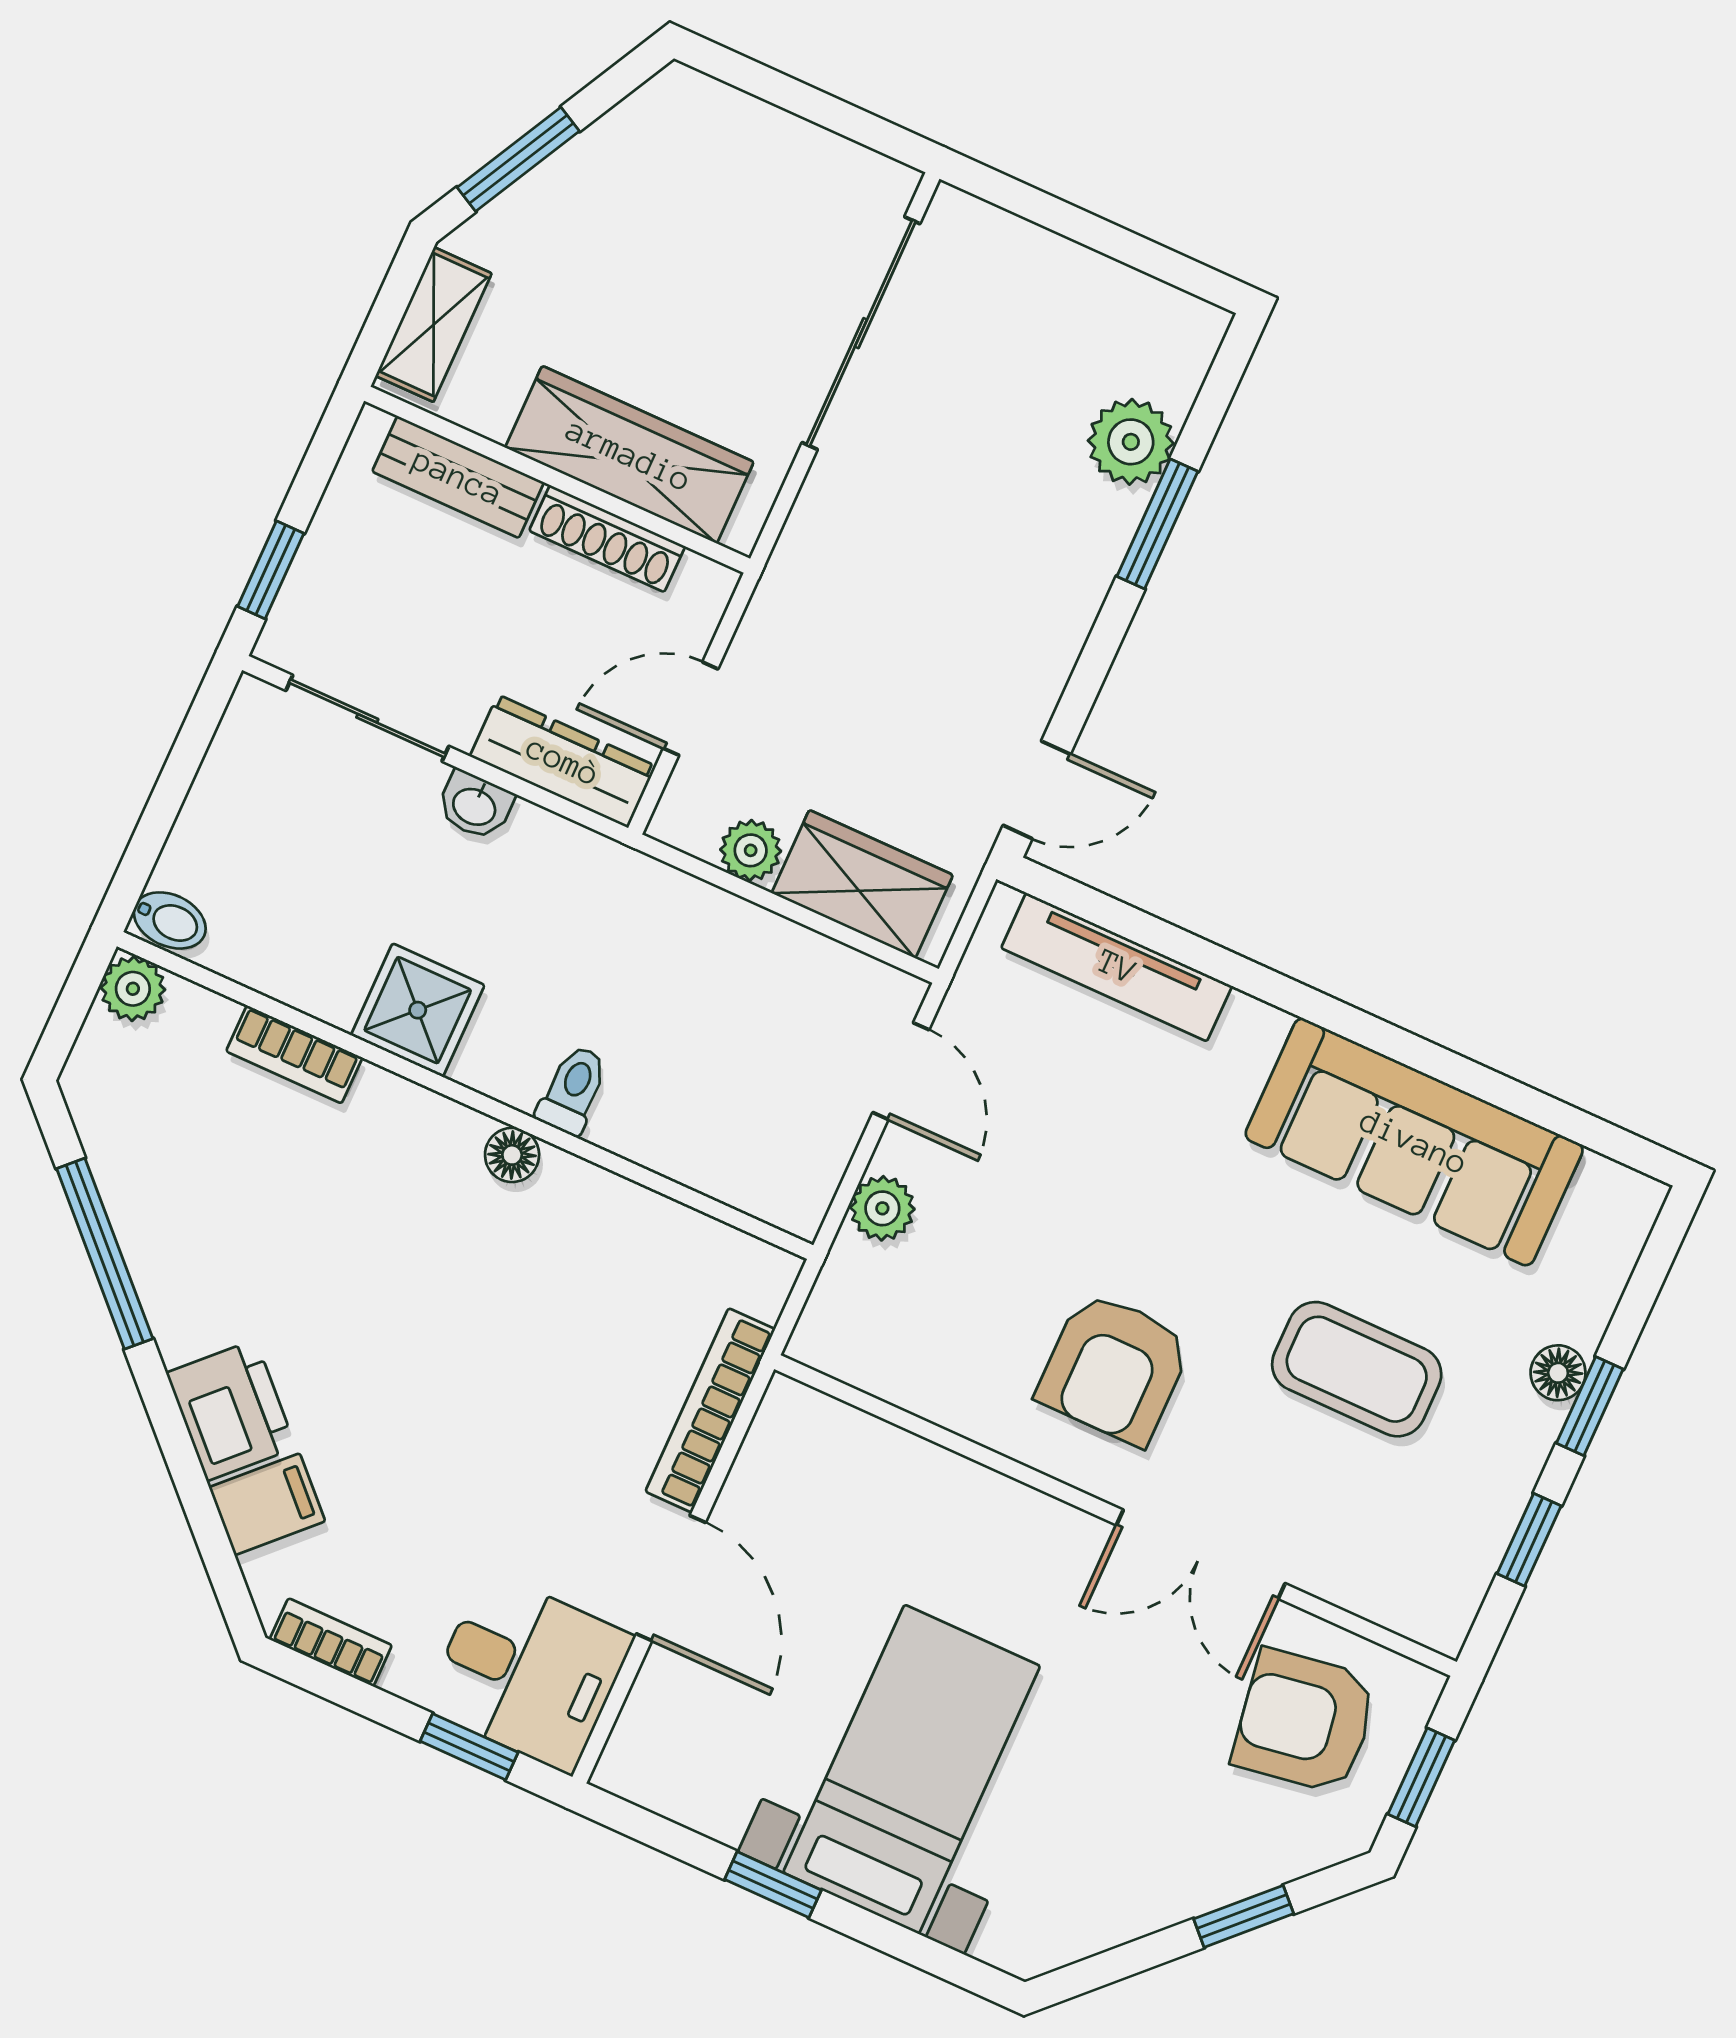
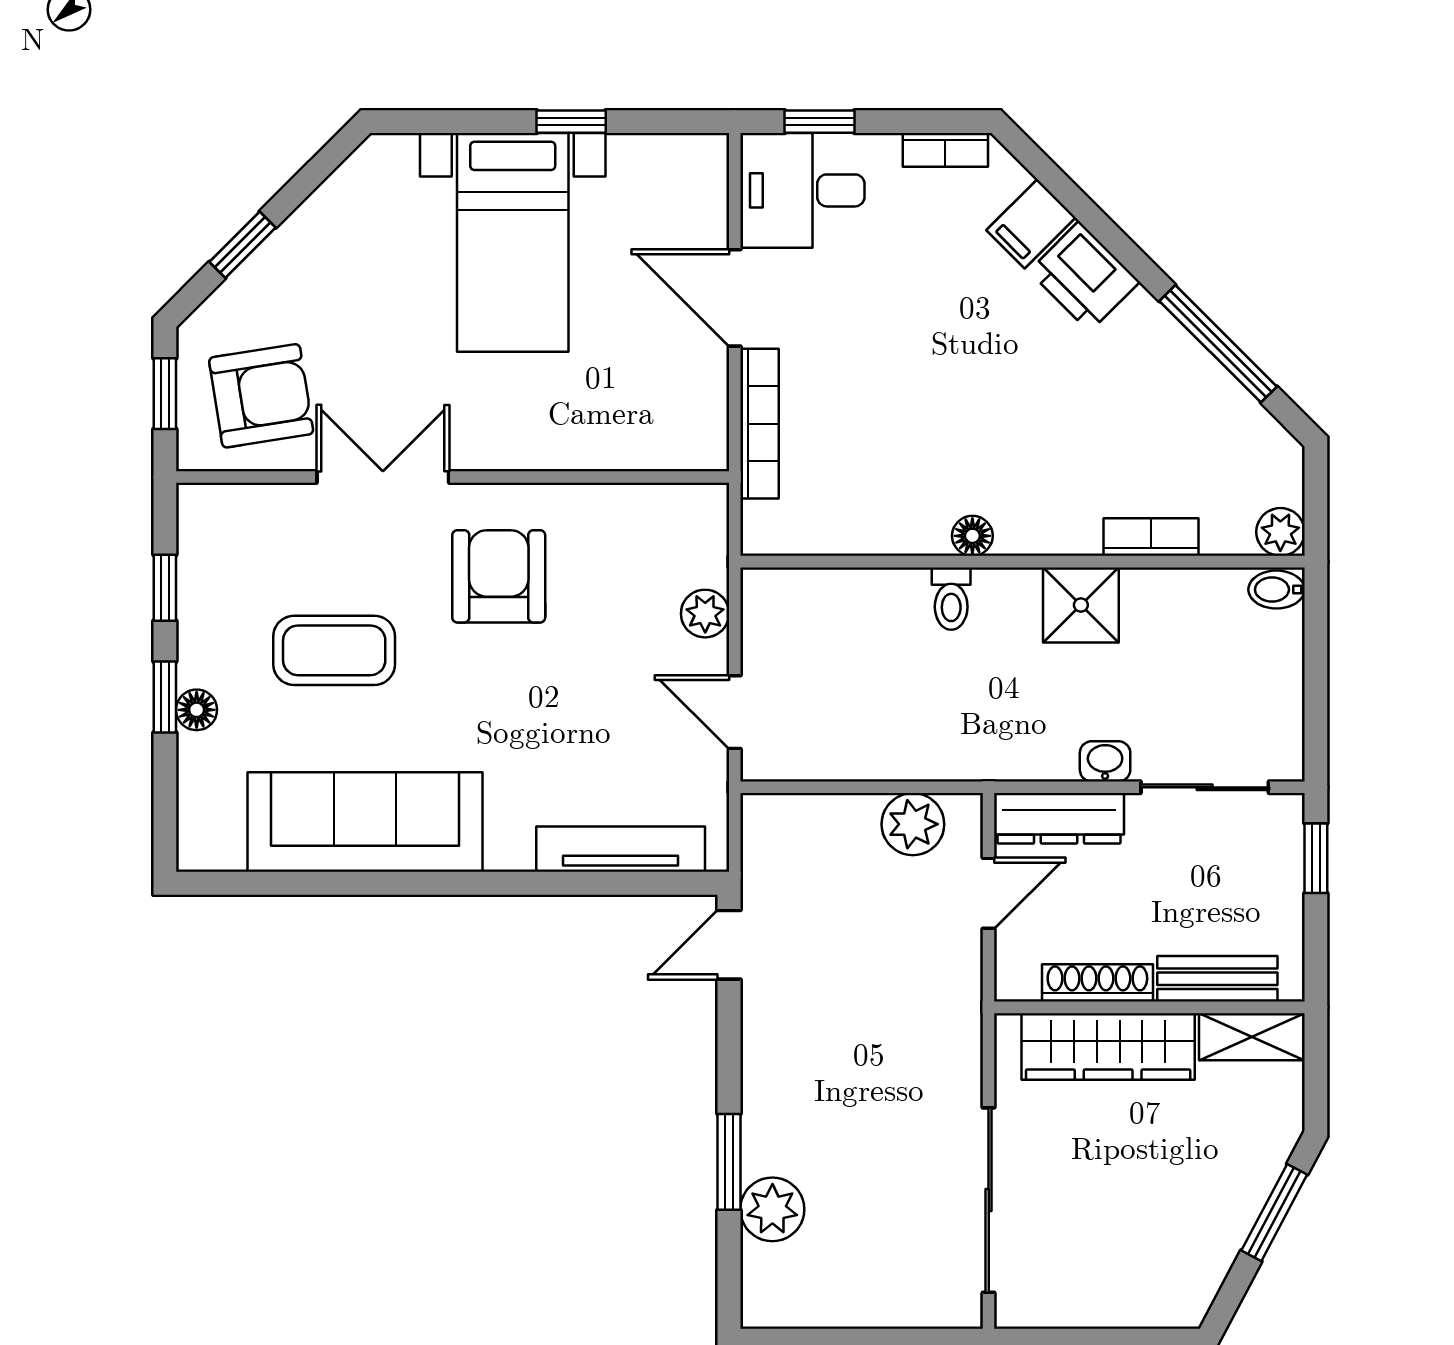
shelving: (434, 325) -> (1252, 1037), moved, turned 90
plant: (751, 850) -> (913, 824), width x1.38, depth x1.38
wardrobe: (862, 884) -> (818, 827), removed

